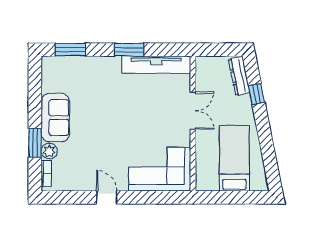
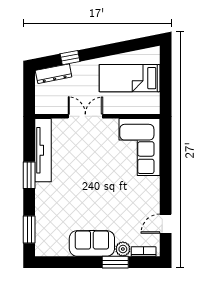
door: (107, 197) -> (166, 224), moved

